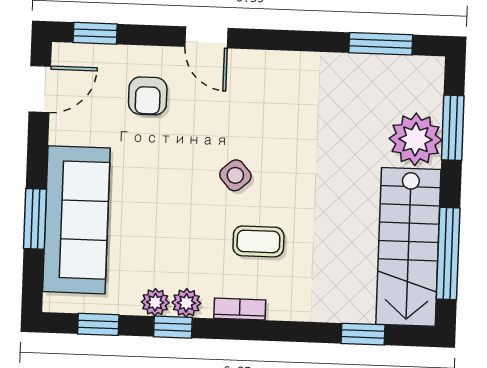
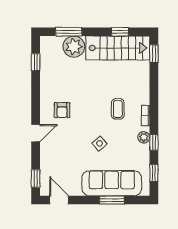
window: (381, 44) -> (36, 62), width x0.67
armchair: (148, 96) -> (62, 110), moved, turned 90
side table: (235, 175) -> (99, 143), moved
window: (448, 254) -> (120, 32), width x0.46
plant: (155, 302) -> (144, 150), removed
window: (363, 334) -> (154, 54), moved

